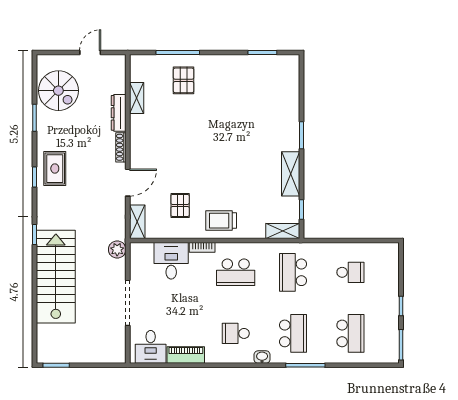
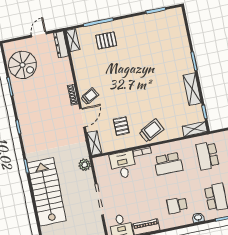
pallet: (184, 80) -> (106, 40), turned 90
shelving: (137, 98) -> (73, 40), moved
dresser: (119, 113) -> (61, 44), moved
trolley: (144, 154) -> (90, 96), added
rug: (55, 169) -> (31, 118), removed
trolley: (221, 221) -> (151, 131), turned 153

